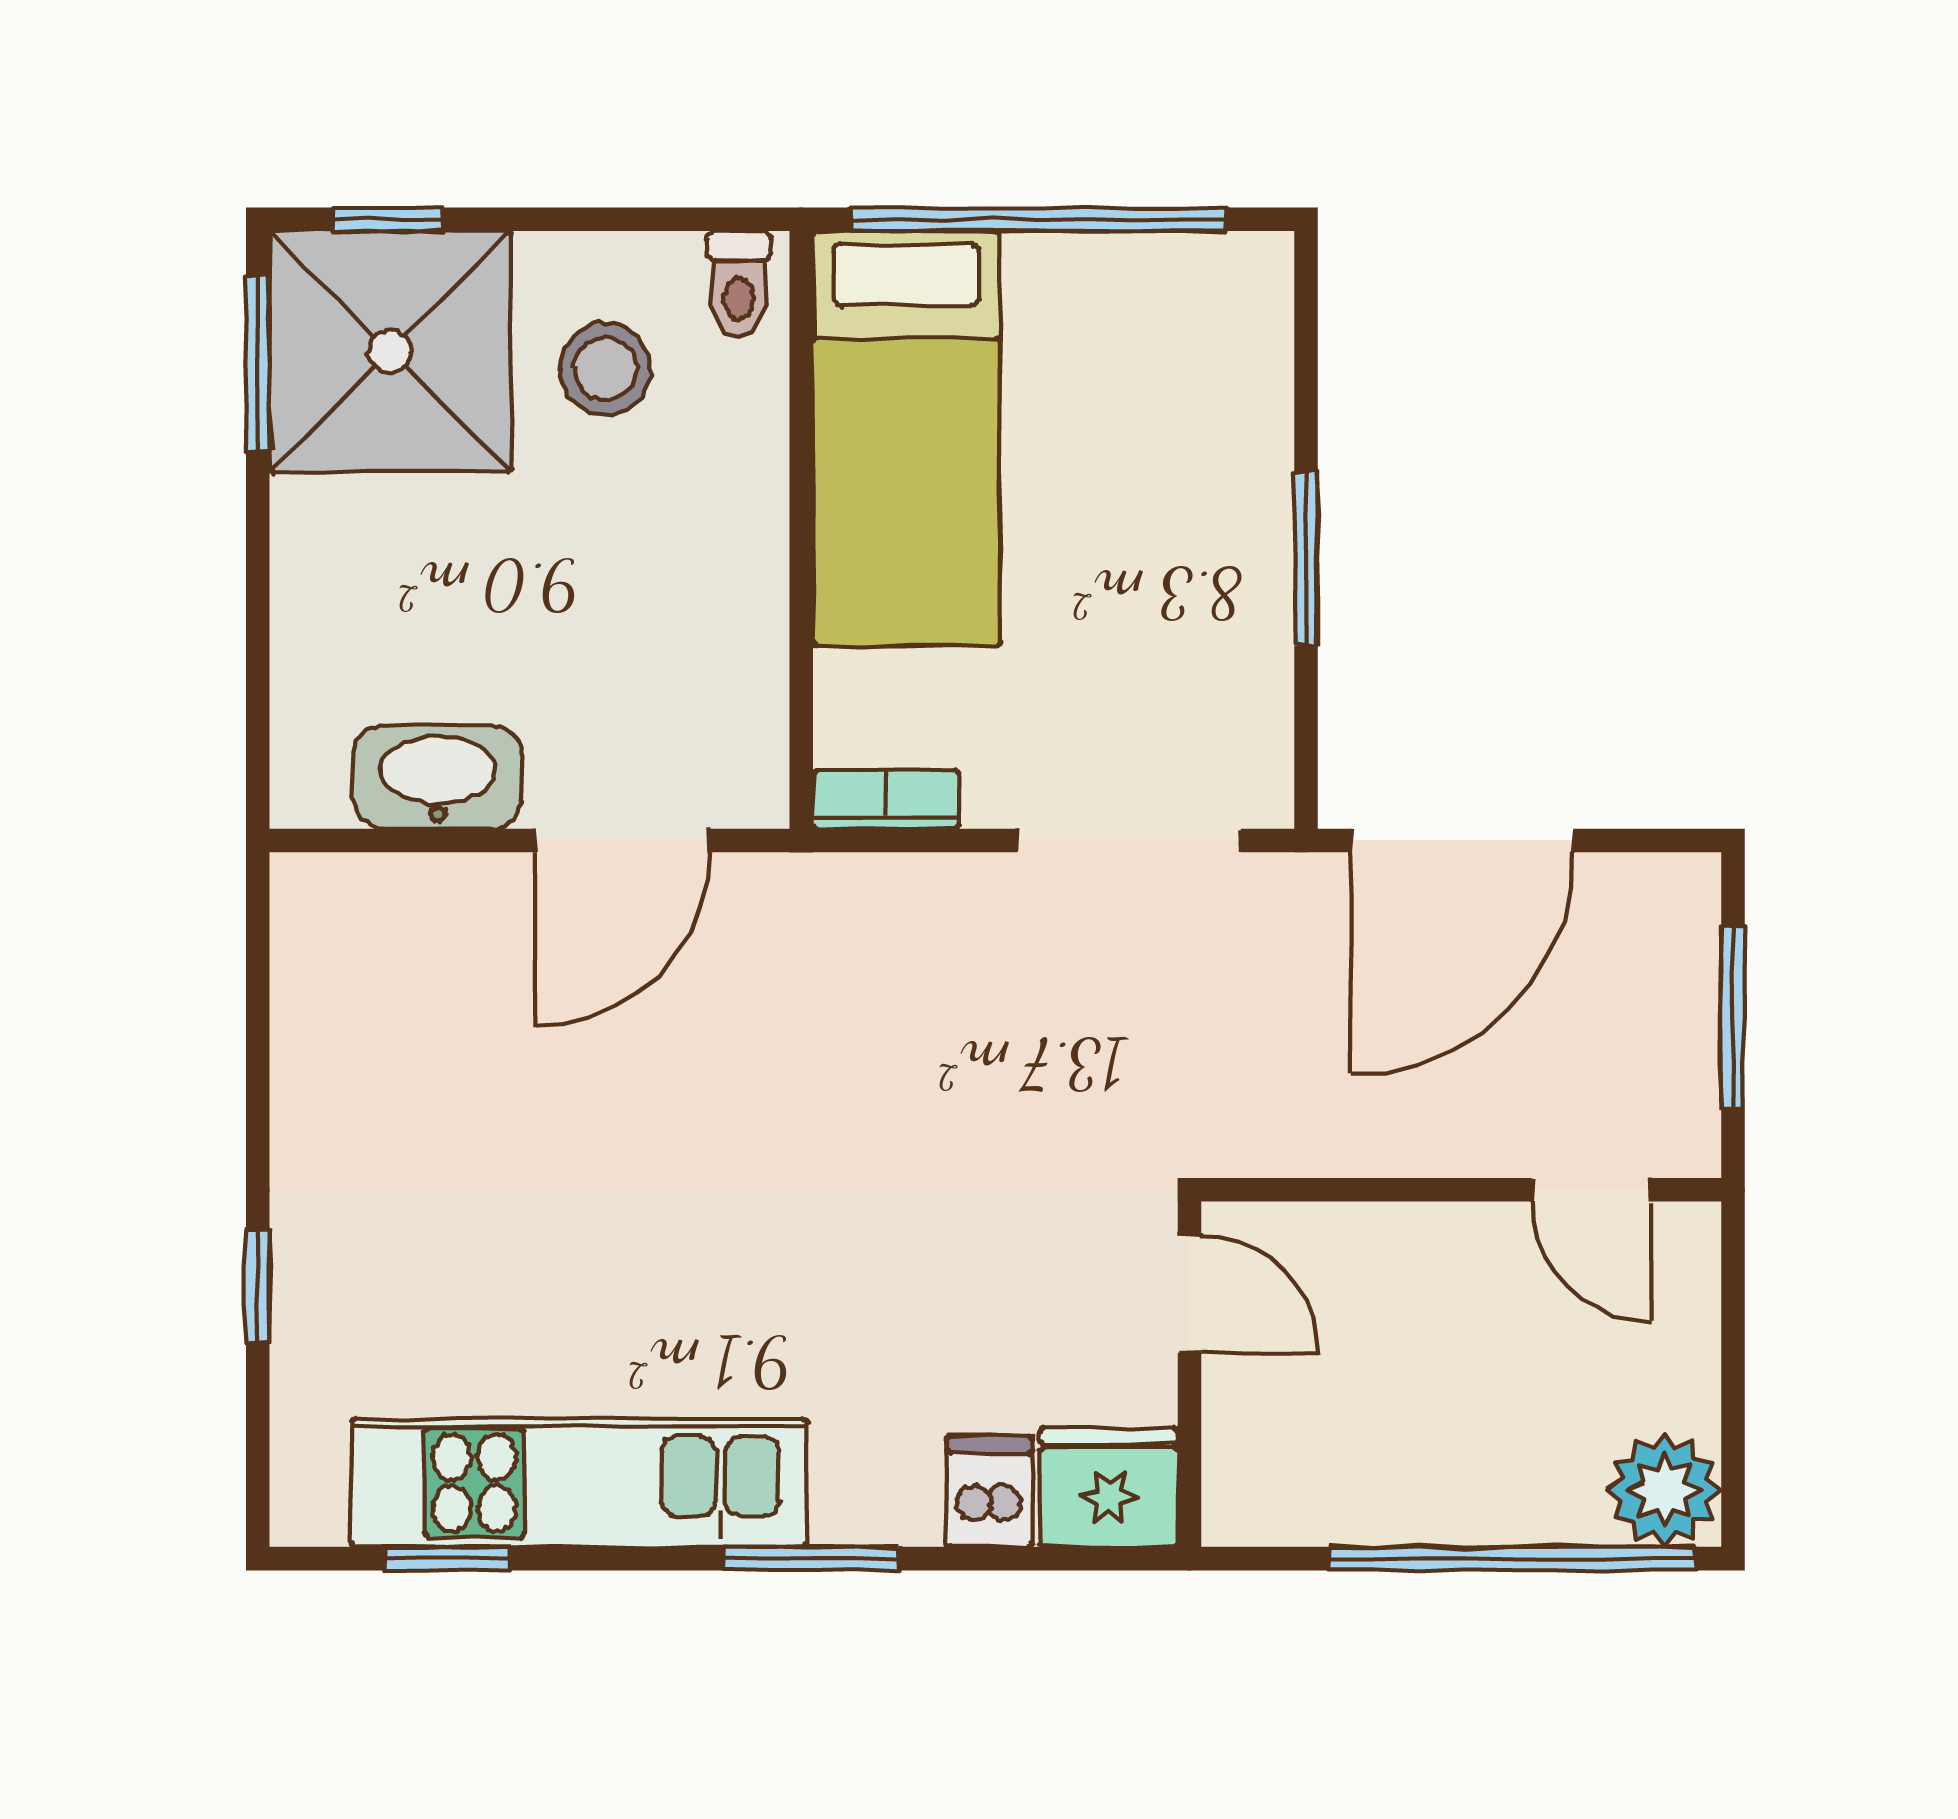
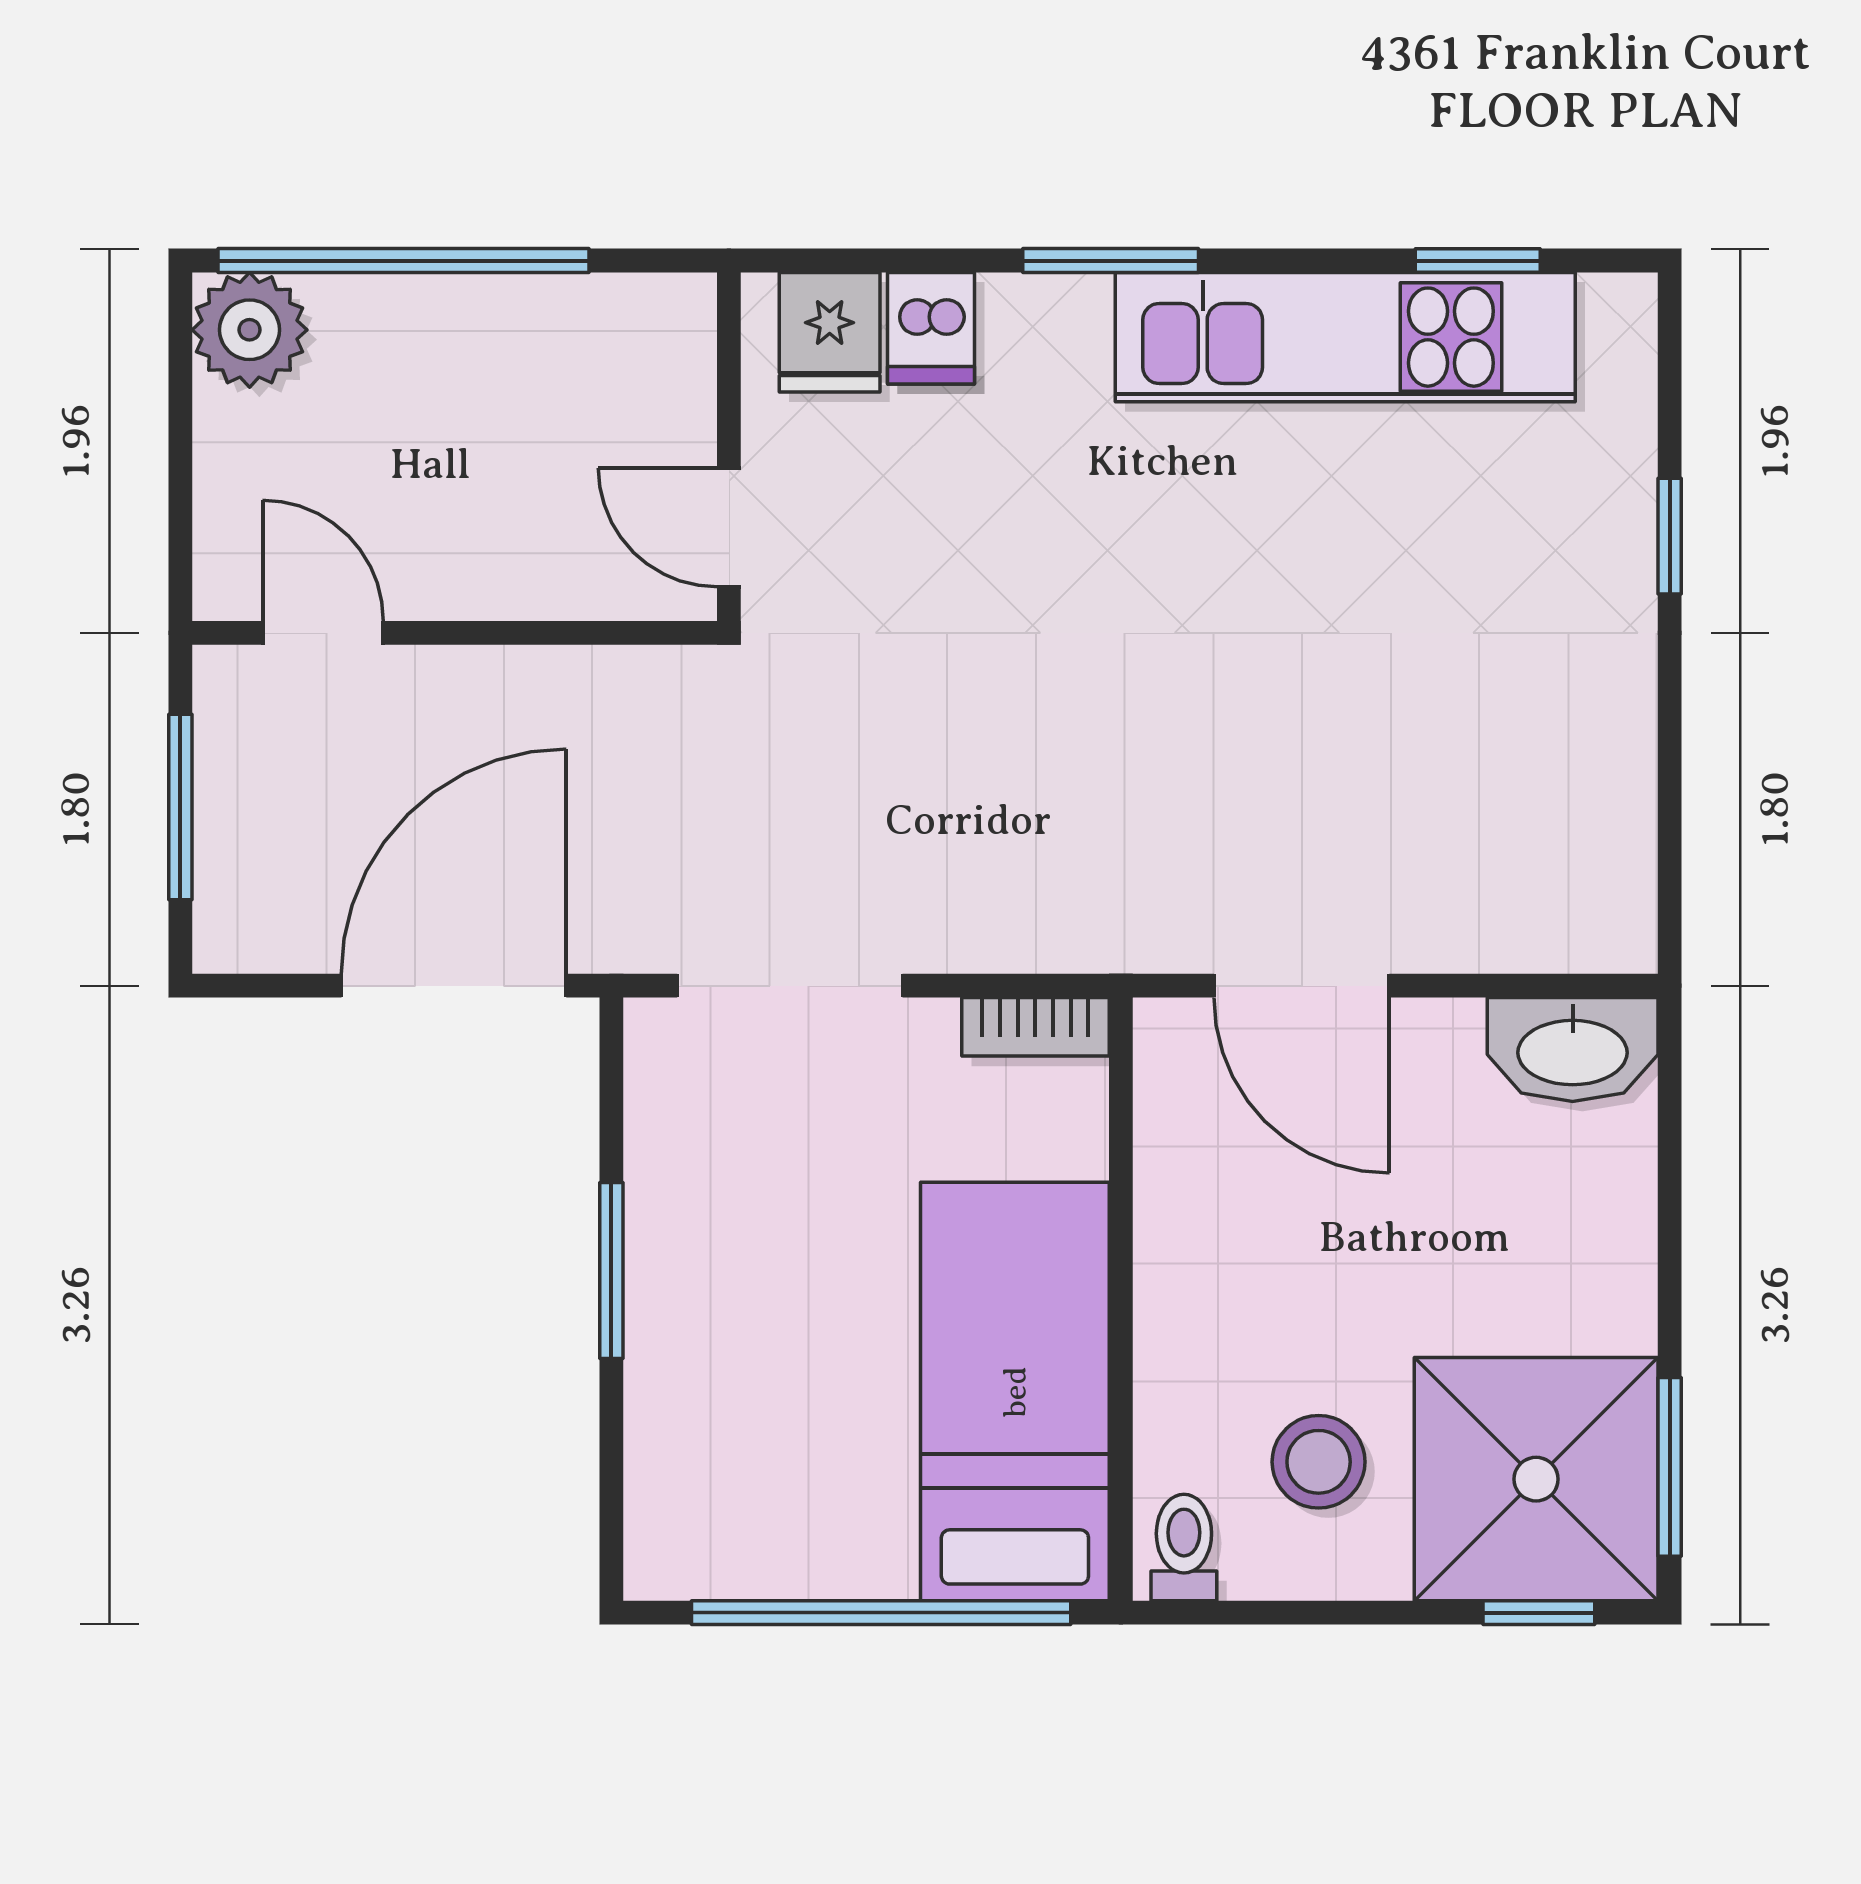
washbasin: (438, 777) -> (1573, 1049), moved
door: (622, 840) -> (1302, 986), swing flipped
fridge: (1109, 1488) -> (830, 332), width x0.72

